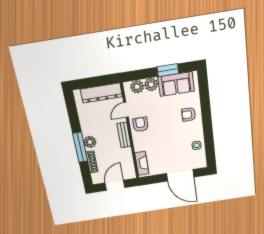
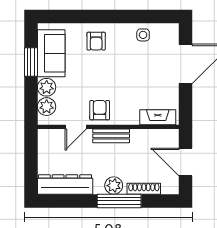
dresser: (101, 93) -> (65, 184), moved, turned -90
door: (126, 110) -> (76, 127), hinge flipped
armchair: (141, 124) -> (100, 110), turned 90

